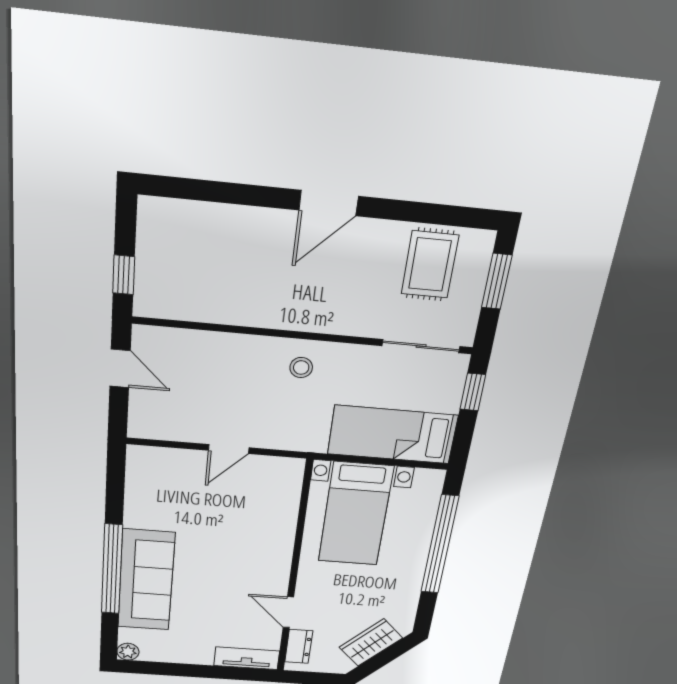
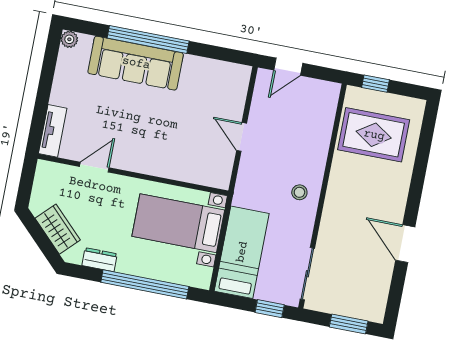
door: (329, 203) -> (405, 244), moved
rug: (430, 265) -> (374, 135), moved, width x1.36, depth x1.43
door: (120, 368) -> (288, 67), moved
dresser: (299, 646) -> (100, 260), moved, turned 180

